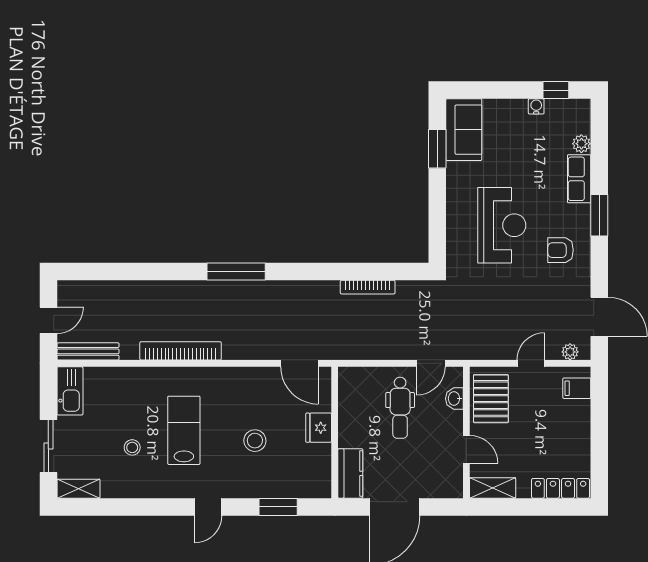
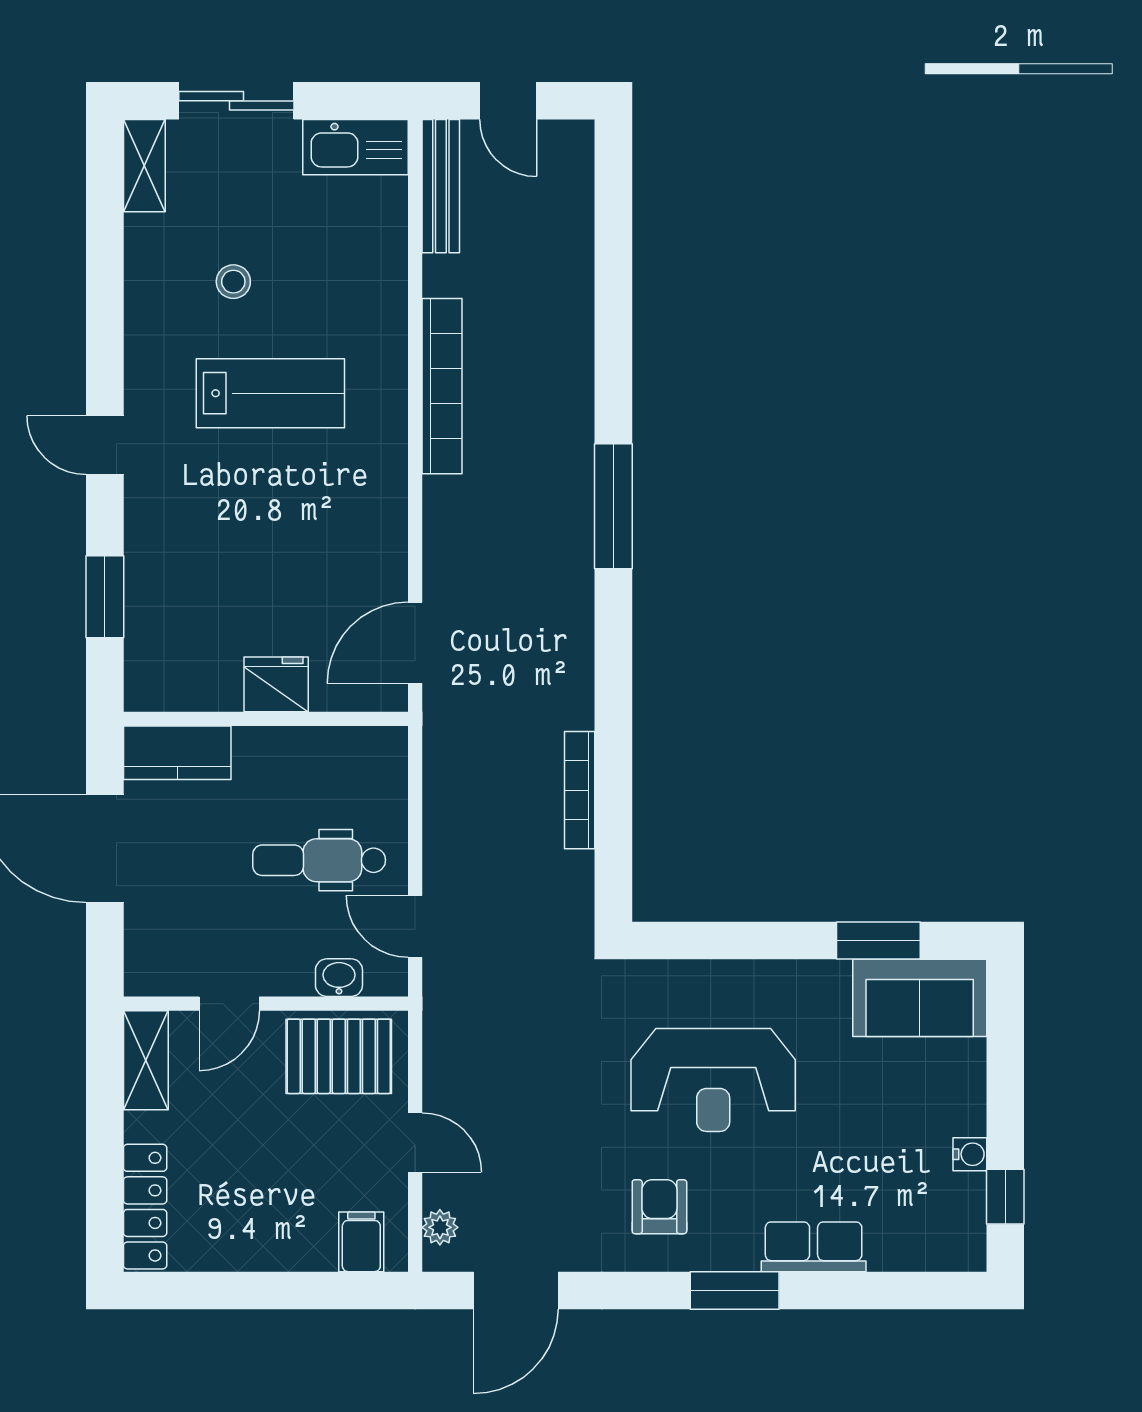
plant: (581, 144) -> (889, 1252), removed
stool: (255, 441) -> (248, 547), removed

